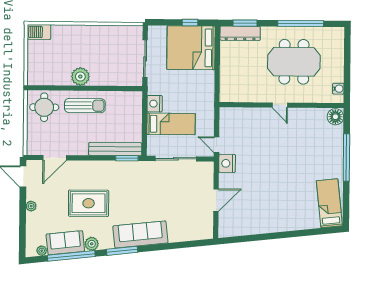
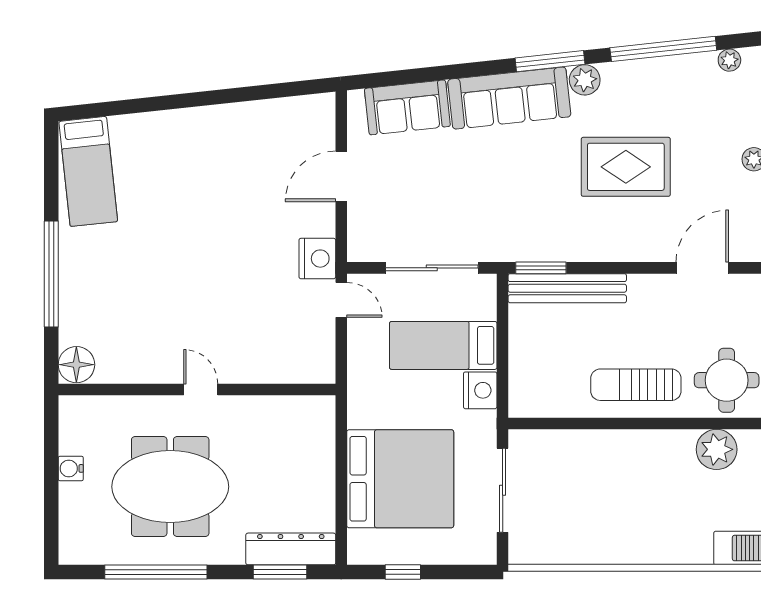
bed: (191, 48) -> (400, 479), moved
plant: (80, 77) -> (717, 449), moved
water cooler: (338, 89) -> (71, 468), moved
sofa: (65, 243) -> (407, 107), moved
plant: (92, 244) -> (585, 80), moved

